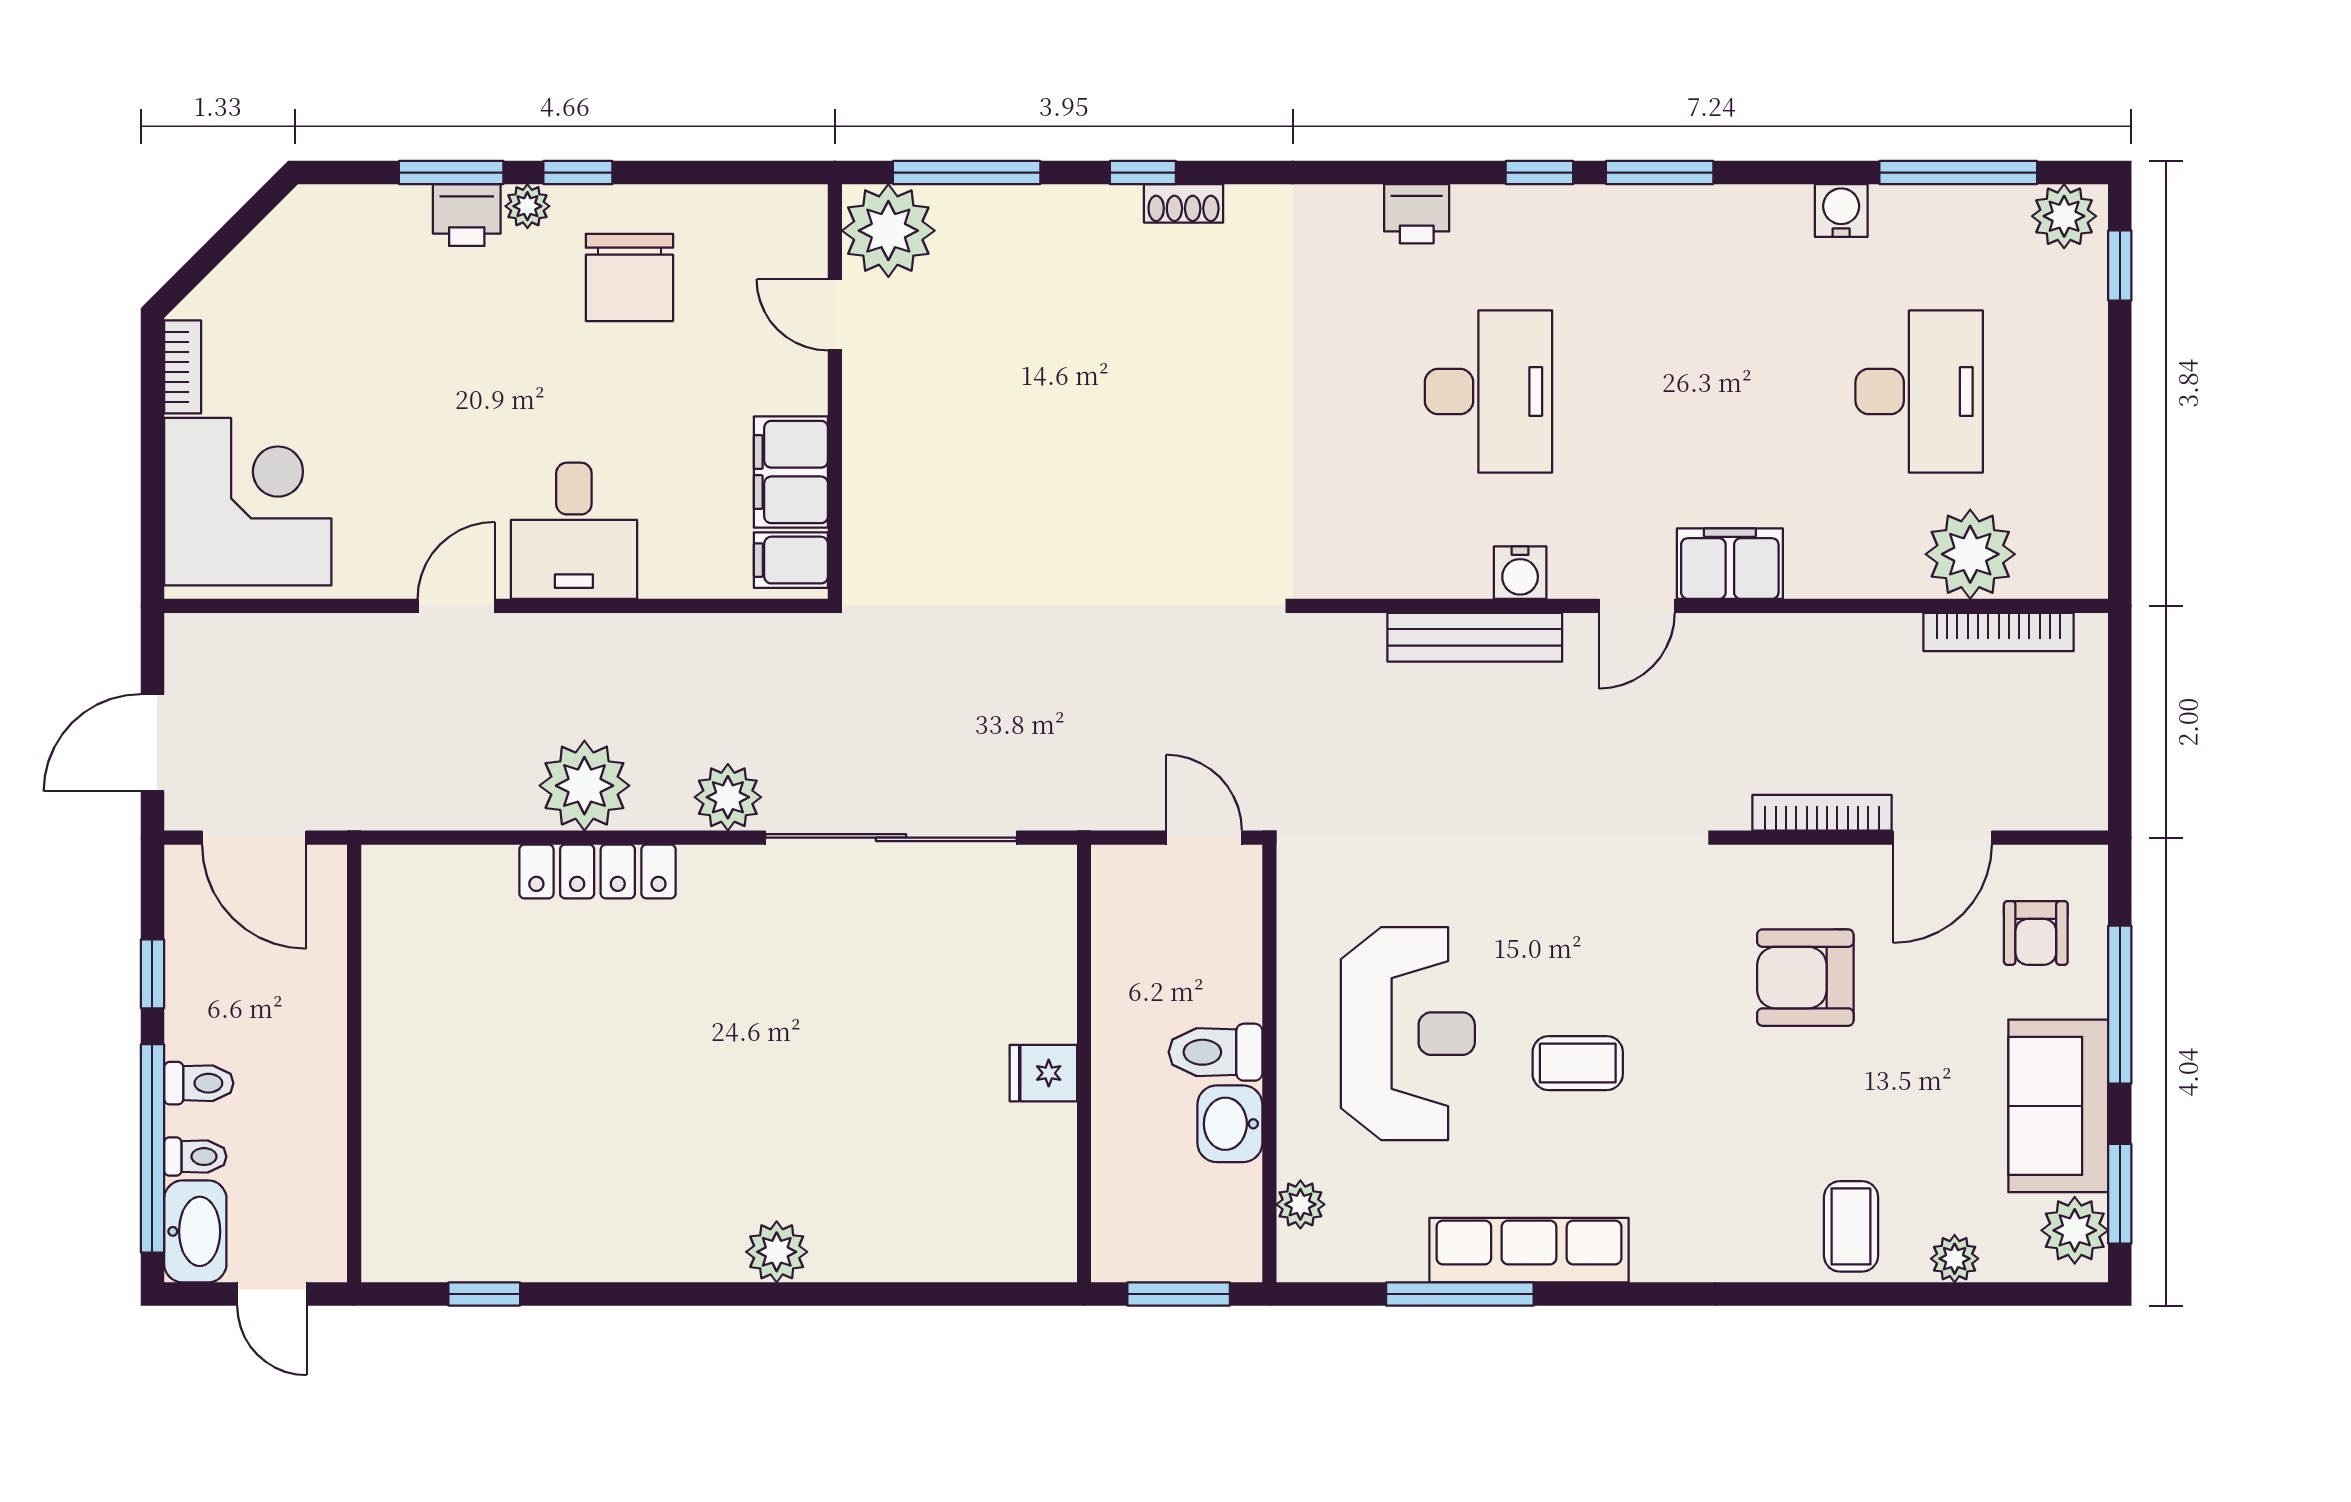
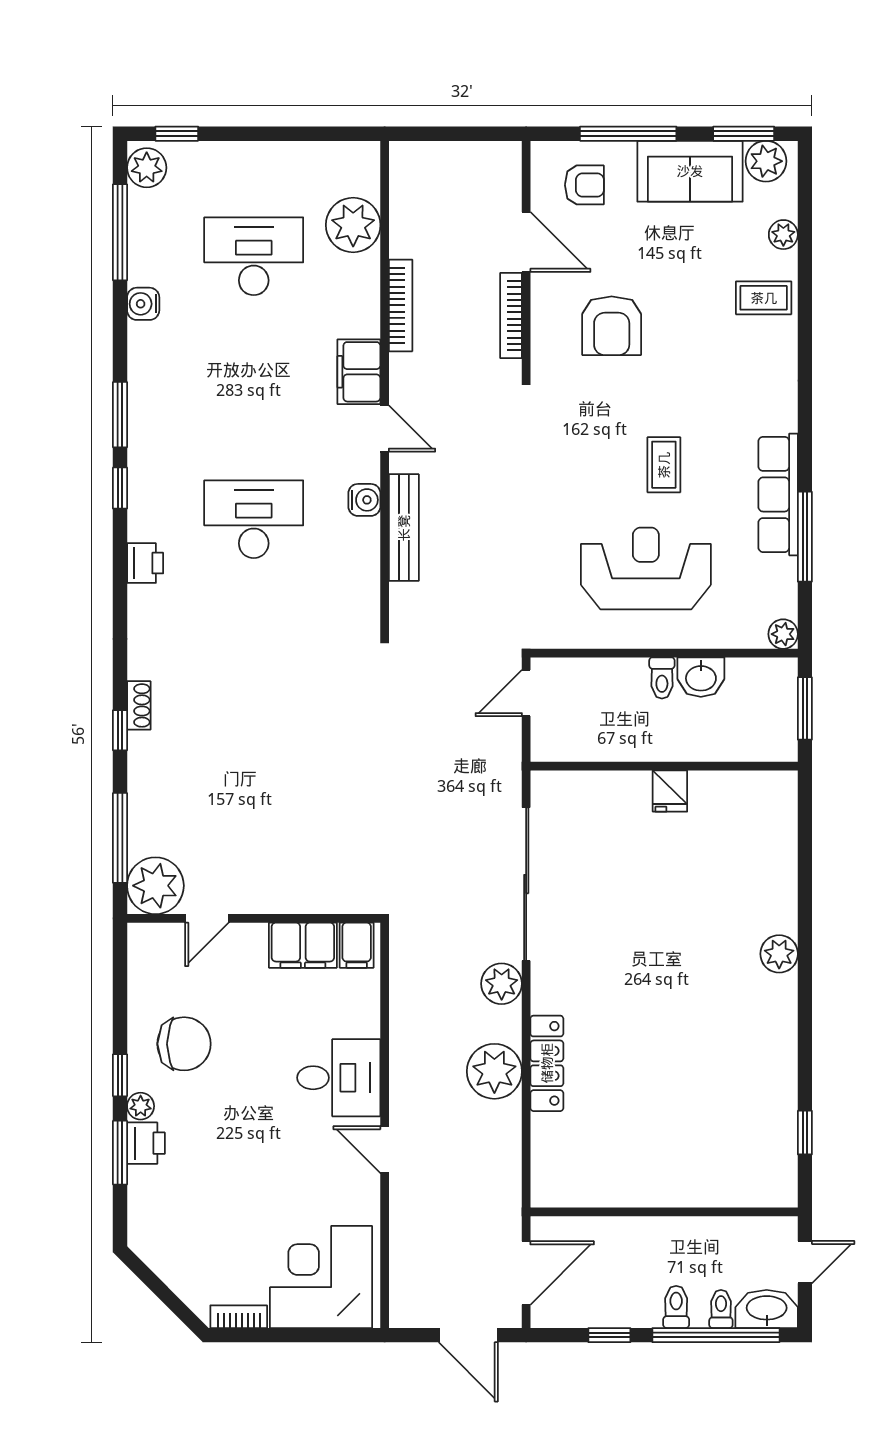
bookcase: (1999, 632) -> (401, 305), moved
toilet: (1215, 1052) -> (662, 678), width x0.73, depth x0.72
plant: (1300, 1204) -> (783, 634), moved

